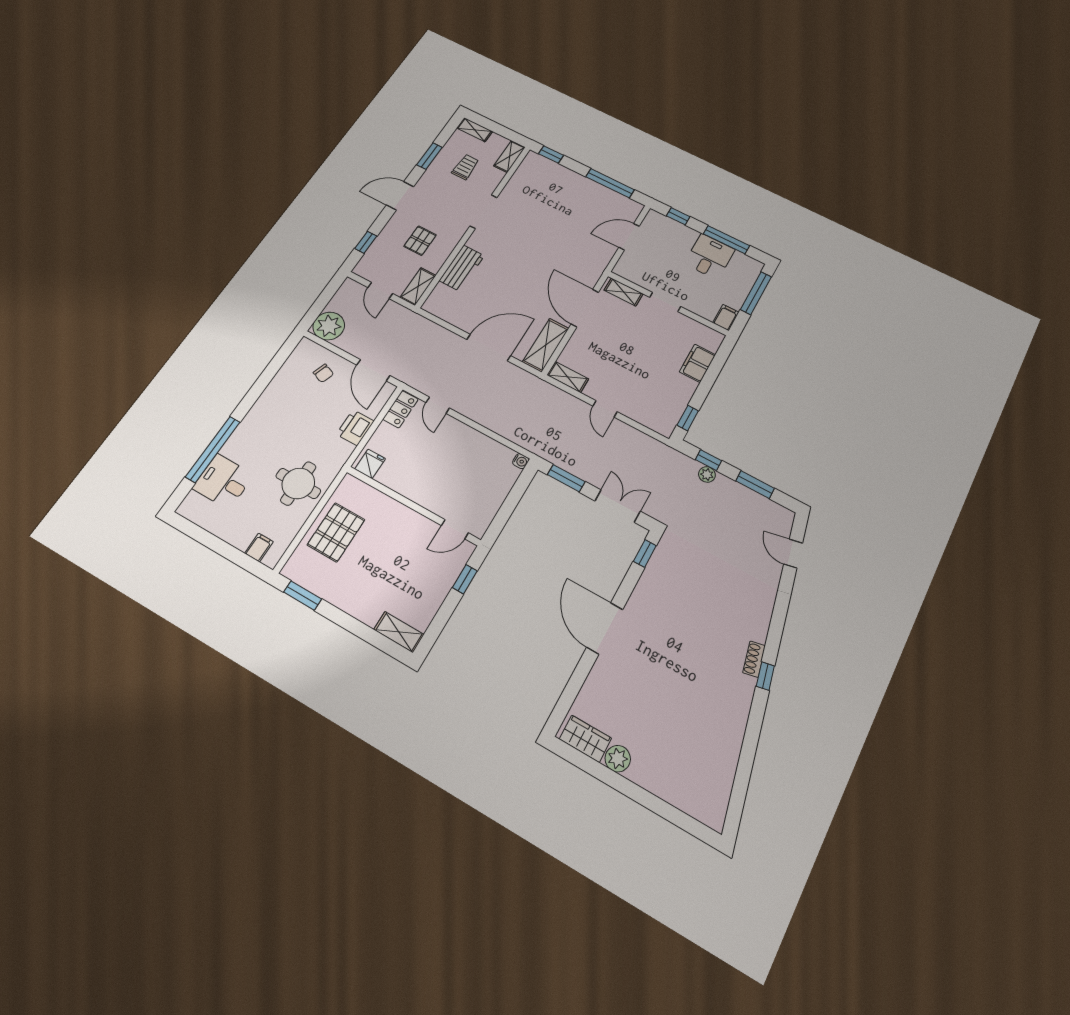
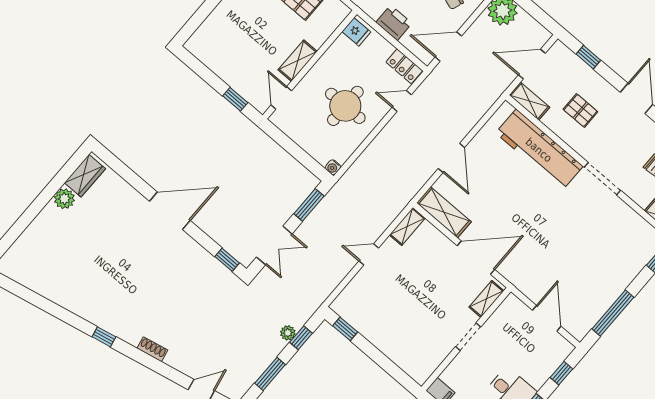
workbench: (462, 268) -> (539, 150), width x1.88, depth x1.32
door: (380, 290) -> (532, 64), width x1.38
door: (489, 348) -> (451, 158), width x0.73
filing cabinet: (698, 363) -> (398, 352), removed
round table: (452, 461) -> (345, 106), added
shelving: (399, 632) -> (298, 61), moved
shoe rack: (754, 659) -> (152, 349), moved

